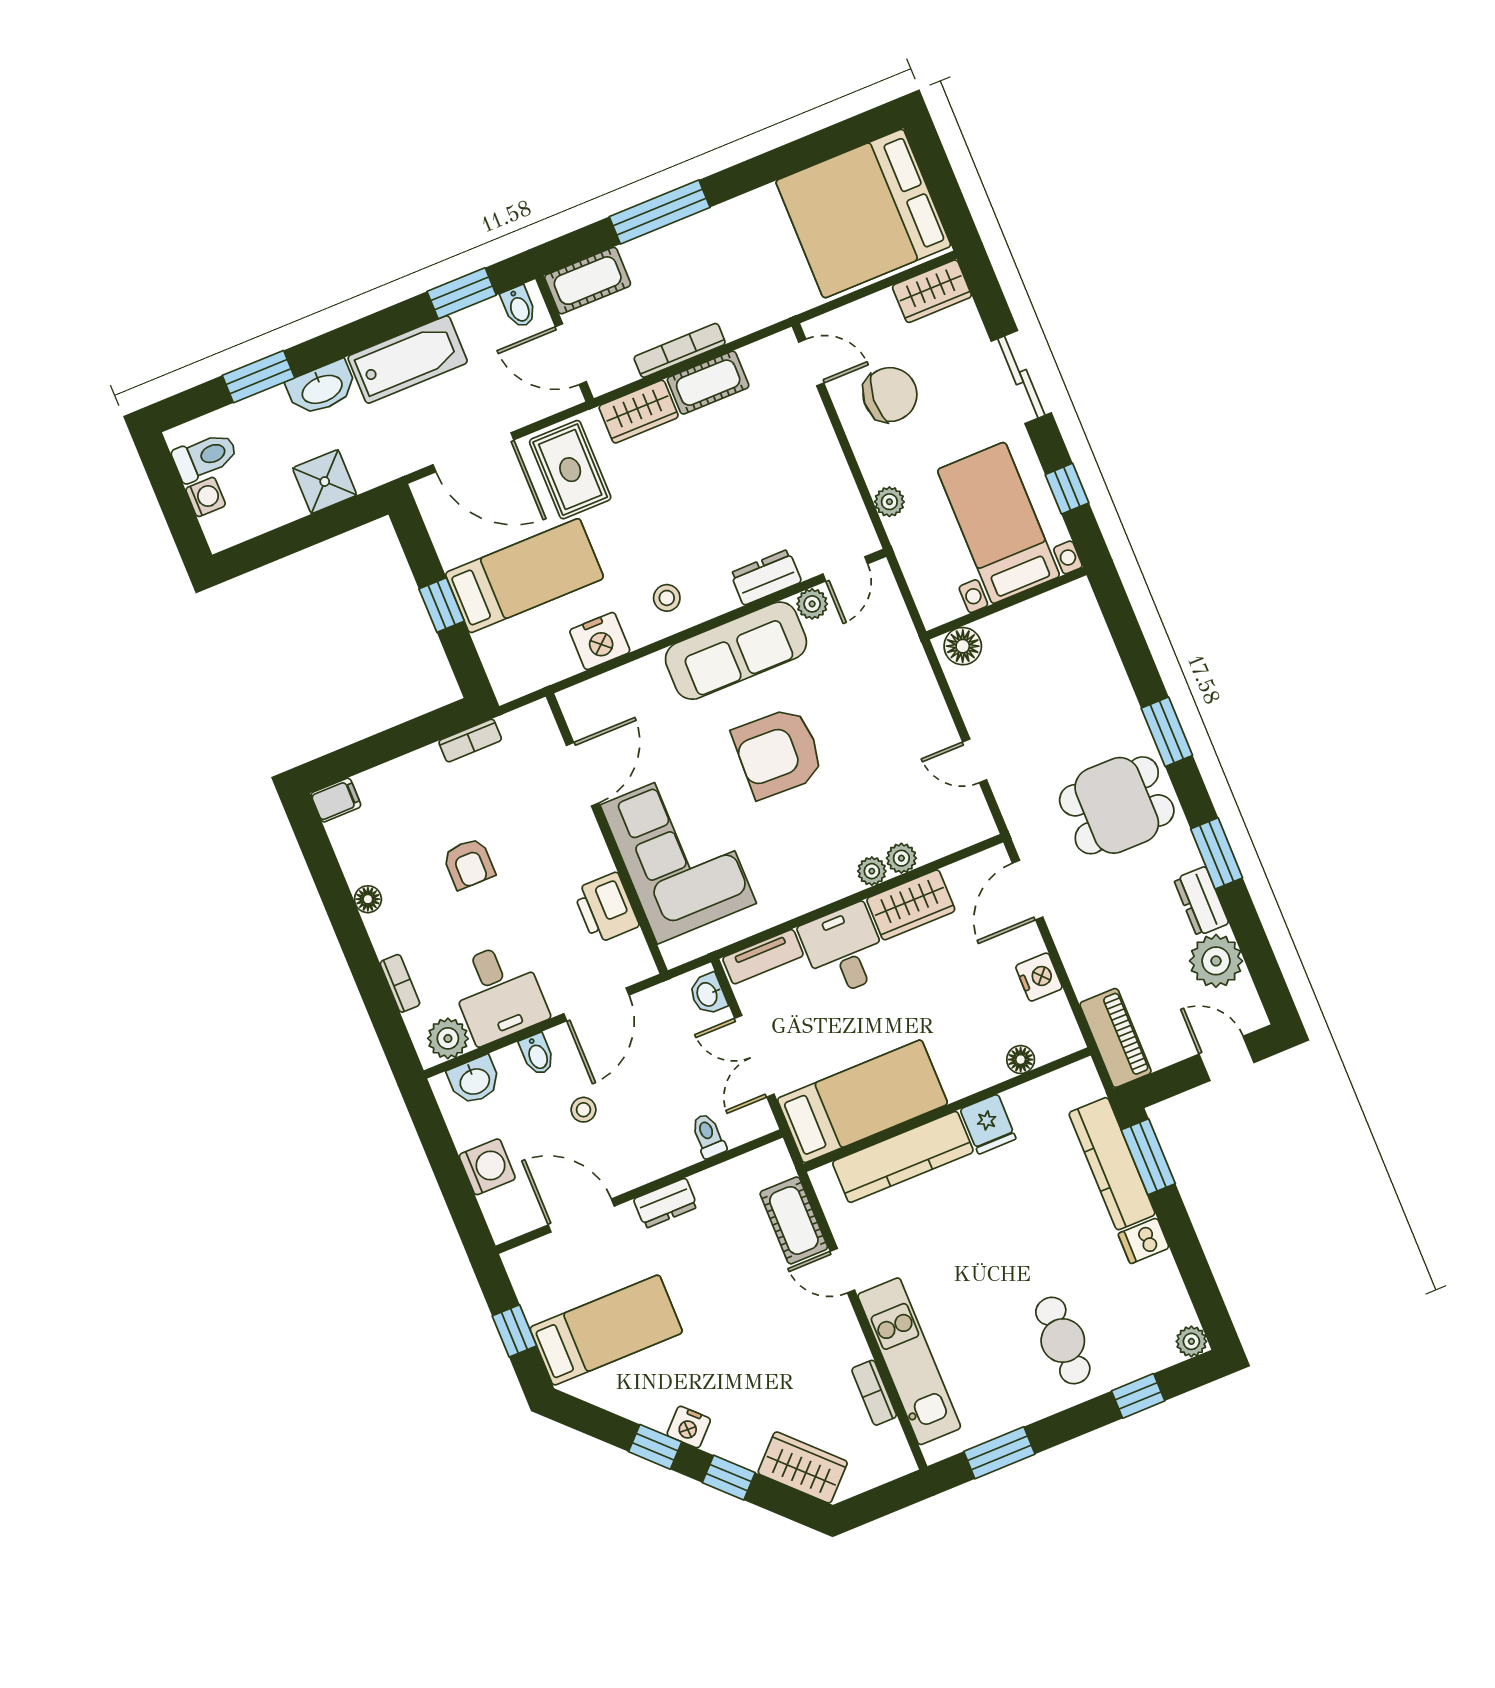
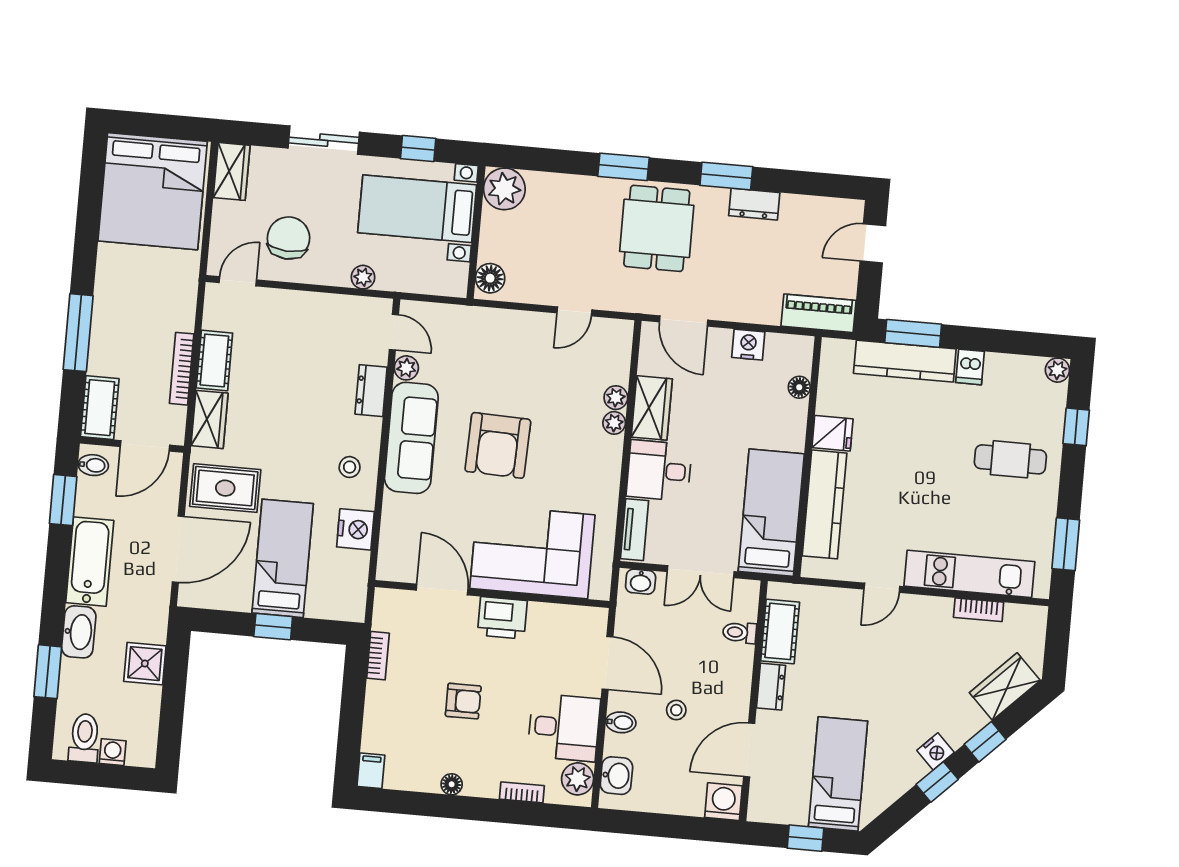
printer: (606, 908) -> (502, 618), moved
plant: (1216, 961) -> (504, 189), moved
washing machine: (487, 1167) -> (723, 802), moved
cot: (794, 1220) -> (780, 631), moved, turned 90

